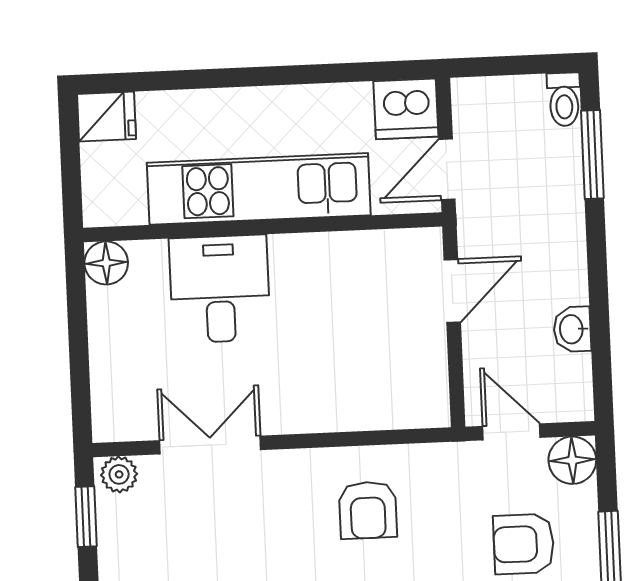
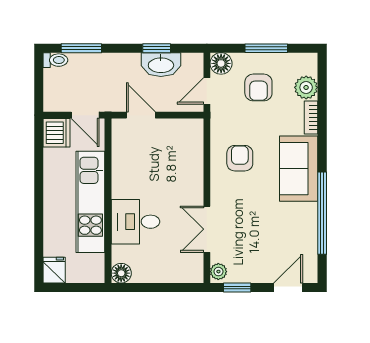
window: (600, 319) -> (157, 48), added
washbasin: (572, 329) -> (161, 65), width x1.91, depth x1.45
armchair: (368, 510) -> (240, 158), turned -90

